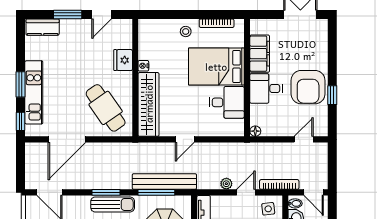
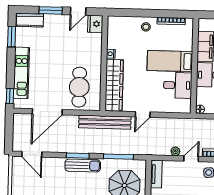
fridge: (123, 60) -> (95, 24), moved
bed: (216, 67) -> (170, 61), width x0.67
window: (20, 84) -> (12, 37), moved
cafe table: (106, 108) -> (79, 87), turned 35
bench: (164, 181) -> (105, 122), moved

